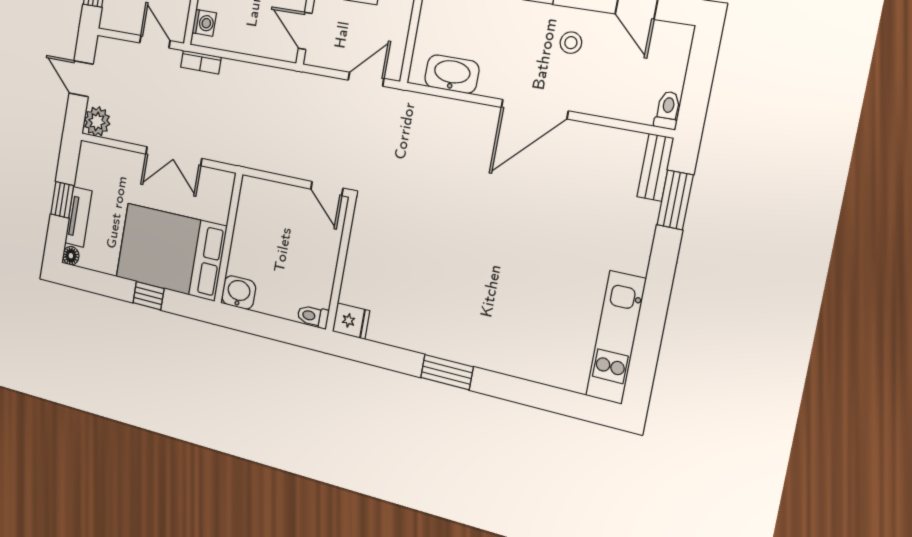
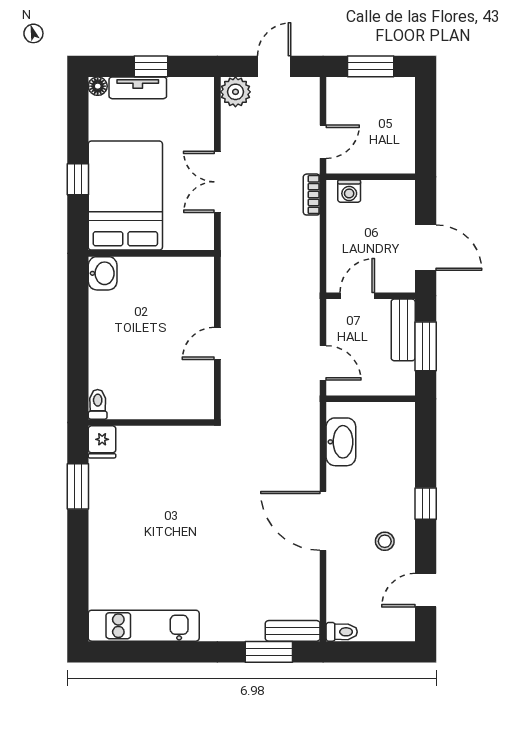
wall: (341, 264) -> (151, 423), moved
toilet: (313, 316) -> (98, 404), moved
fridge: (351, 321) -> (102, 442), moved

